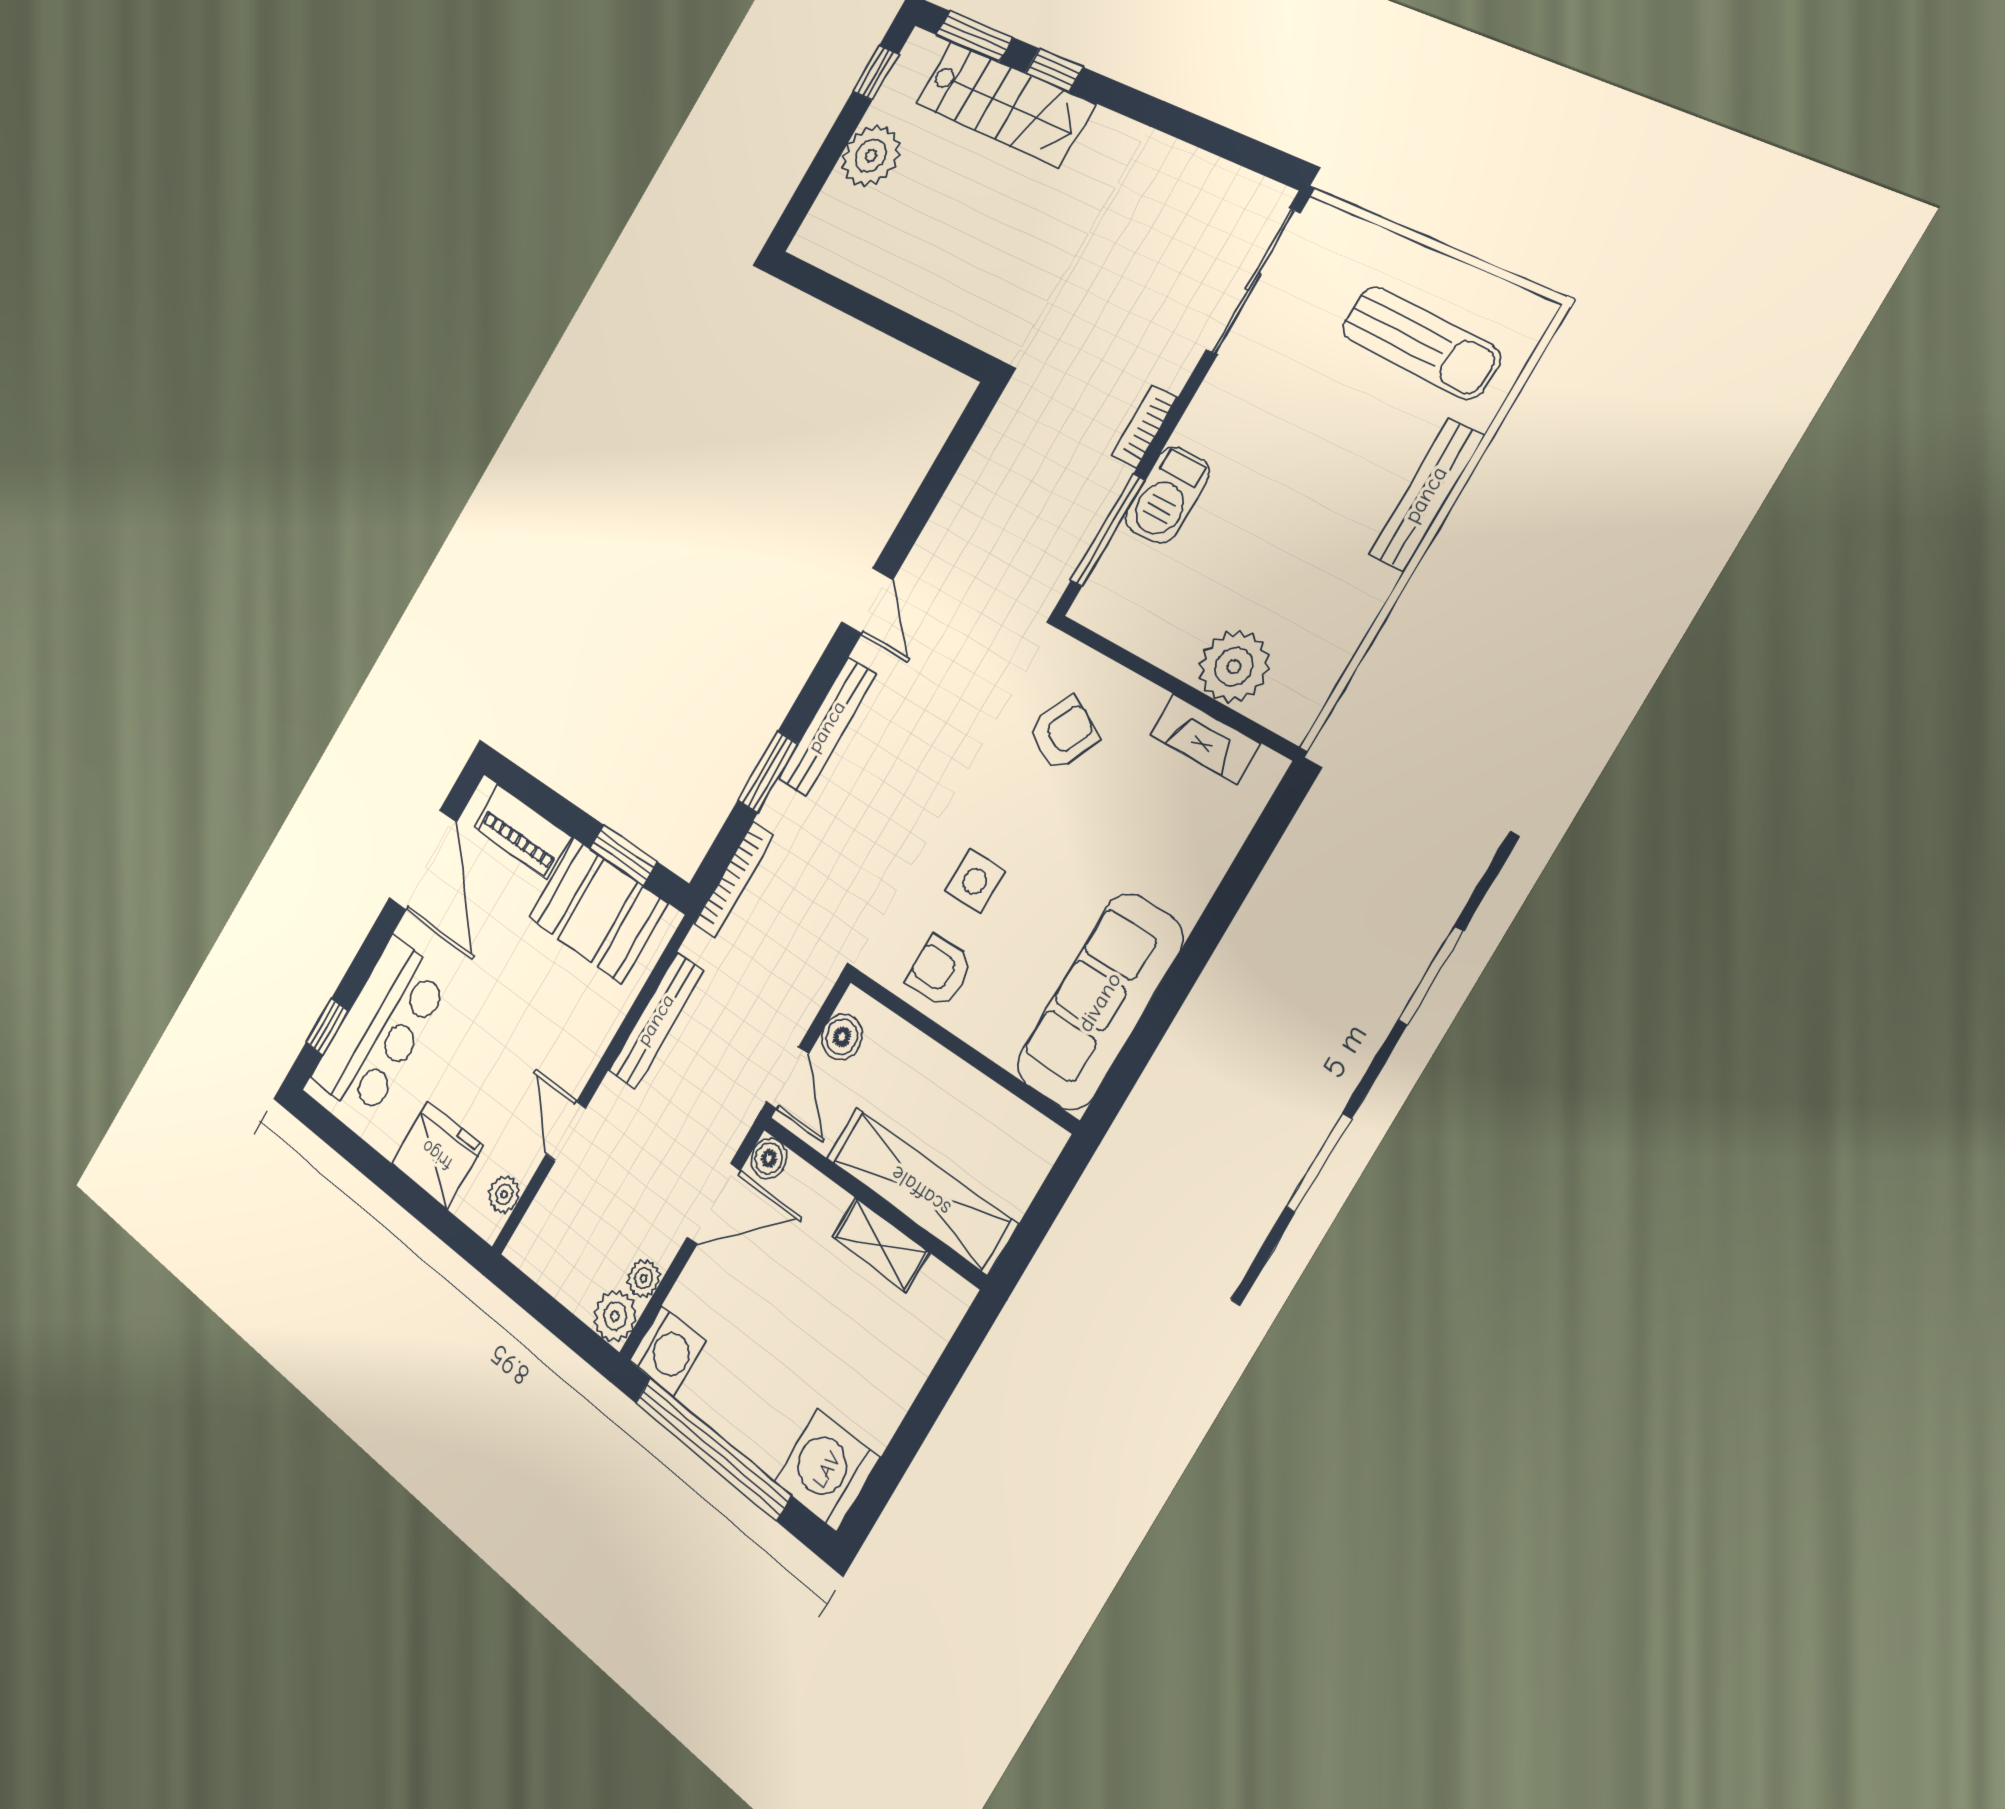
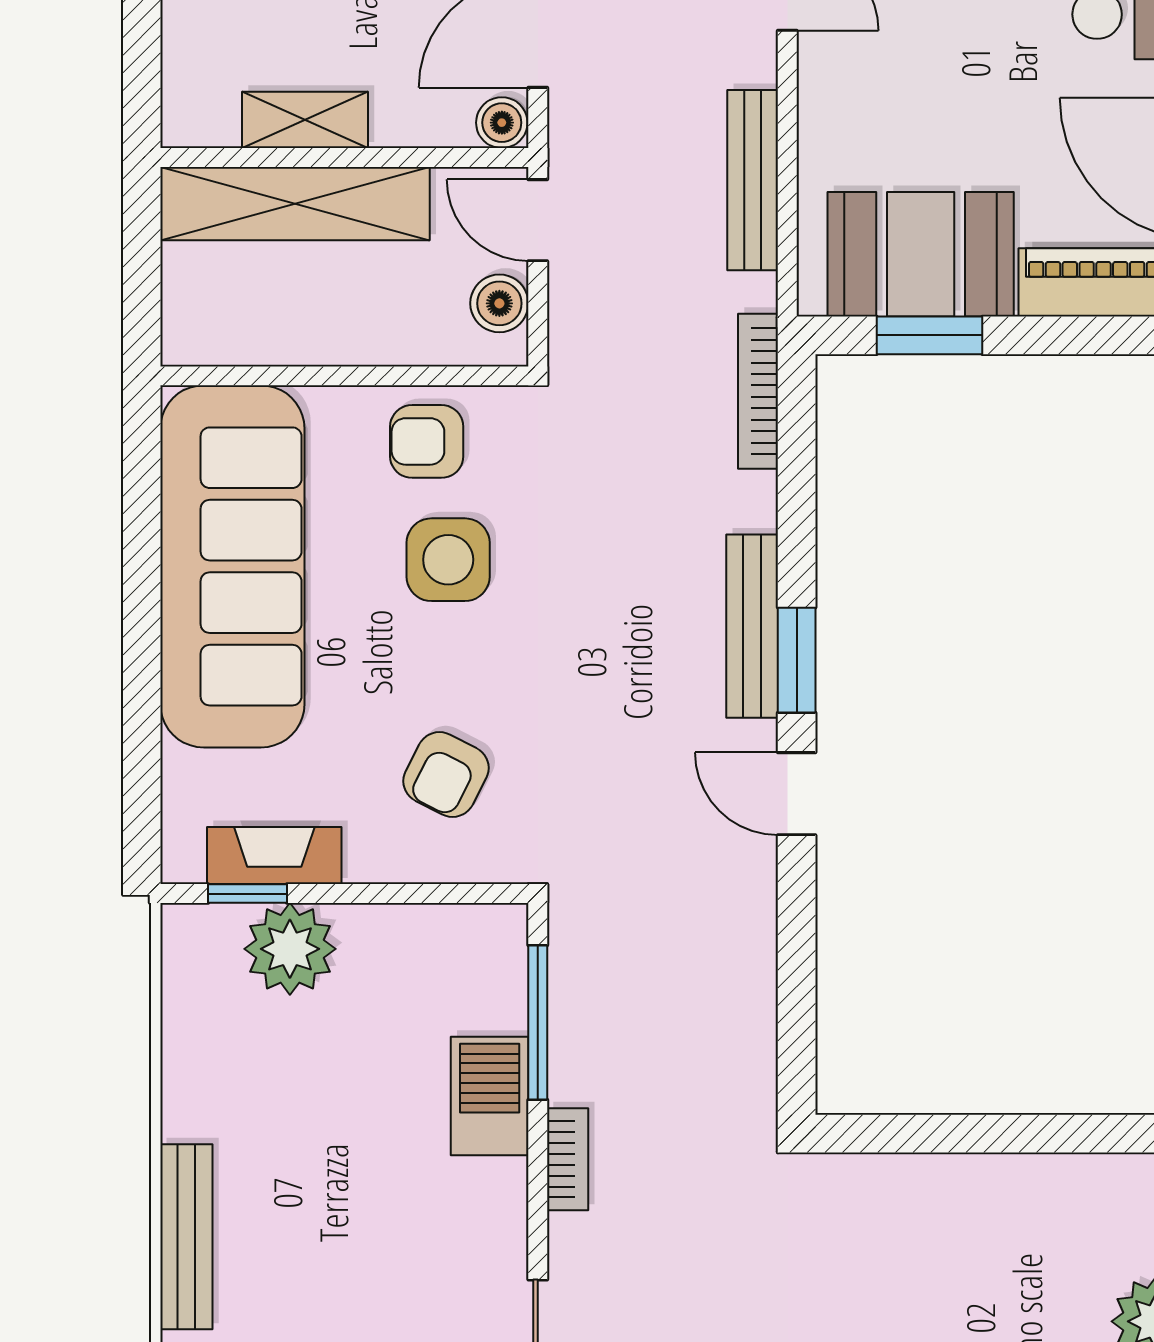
window: (1239, 722) -> (247, 894), added
window: (768, 772) -> (797, 660), moved
side table: (975, 881) -> (448, 560), width x1.37, depth x1.37
armchair: (940, 971) -> (427, 441), turned 180
sofa: (1100, 1002) -> (232, 566), width x1.36, depth x1.27

